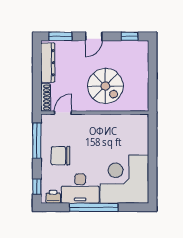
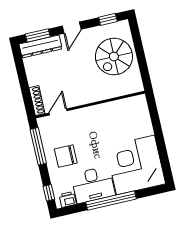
dresser: (48, 63) -> (41, 46), moved, turned 90
spiral stairs: (105, 86) -> (114, 57), moved, turned 90

